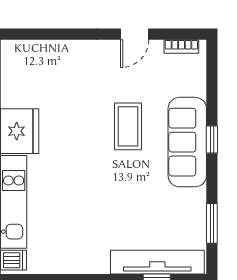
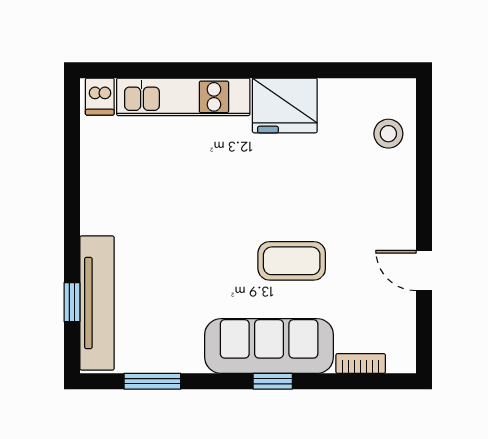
bookcase: (181, 46) -> (361, 363), moved, turned 90
stool: (39, 59) -> (388, 134), added

